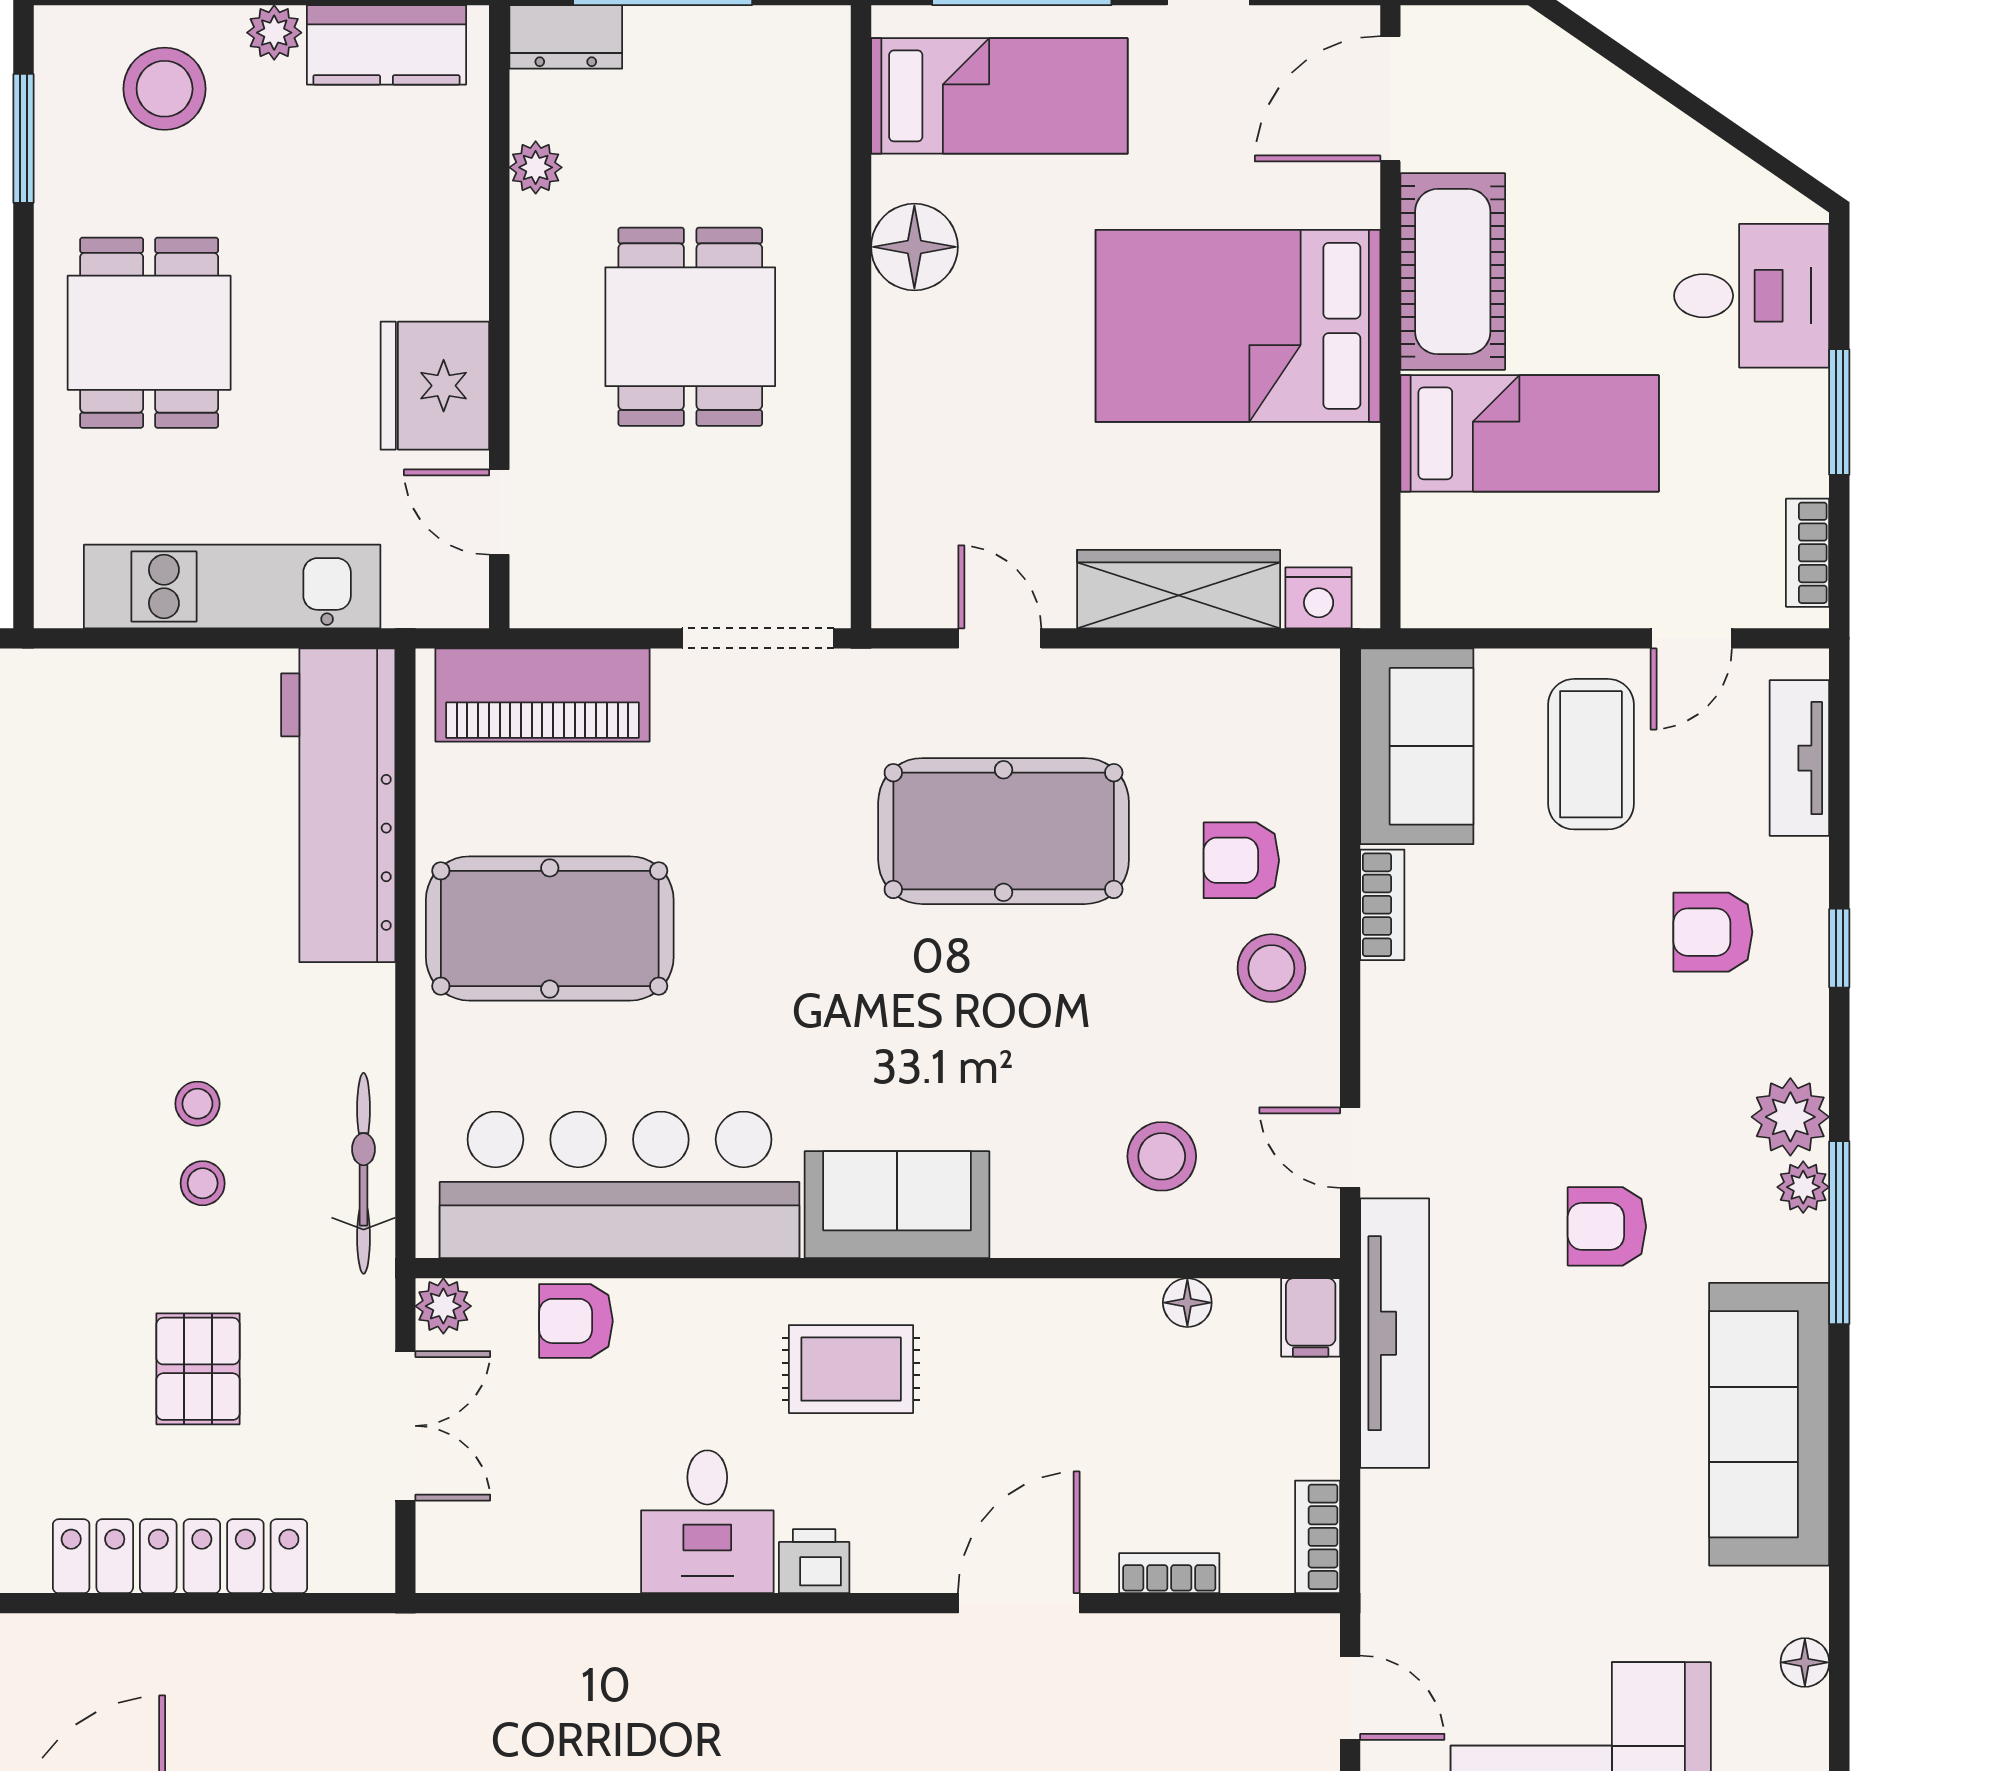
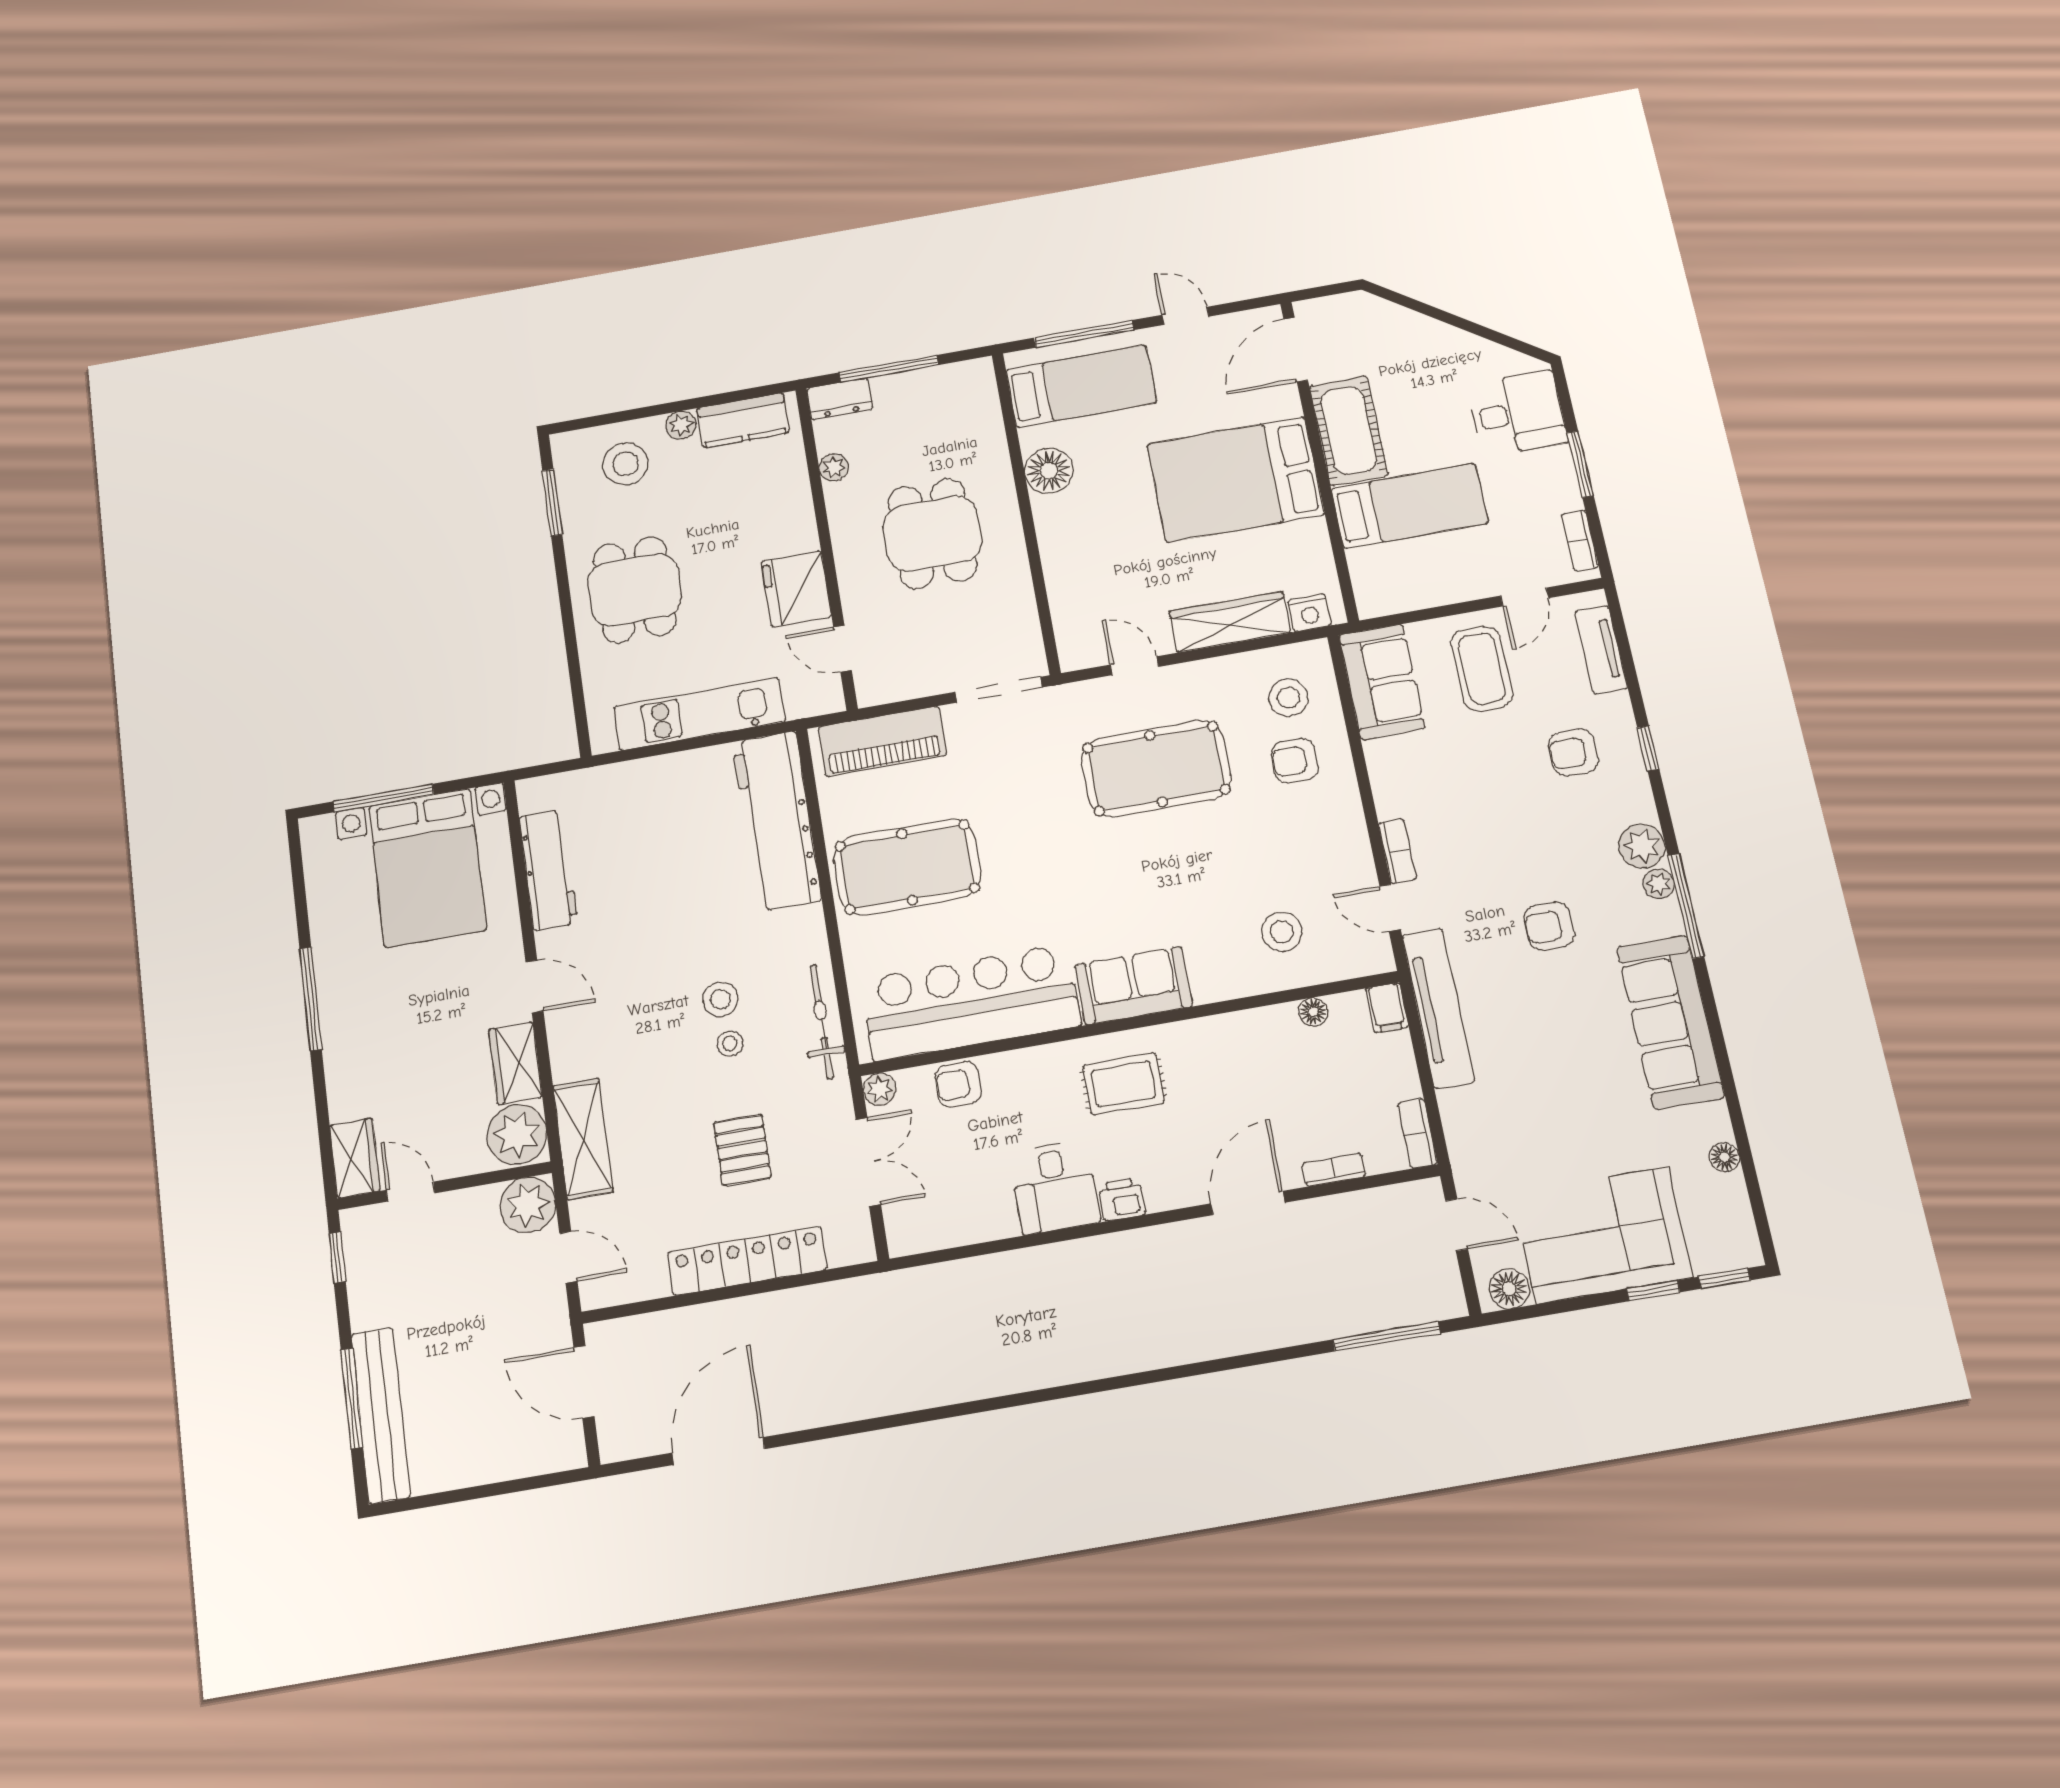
bookcase: (1382, 905) -> (1397, 851), moved
stool: (1271, 968) -> (1288, 698), moved
stool: (197, 1104) -> (720, 999), width x1.37, depth x1.37

